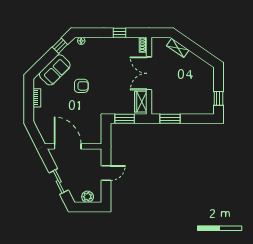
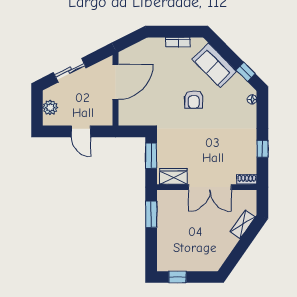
double door: (149, 73) -> (210, 187), swing flipped

